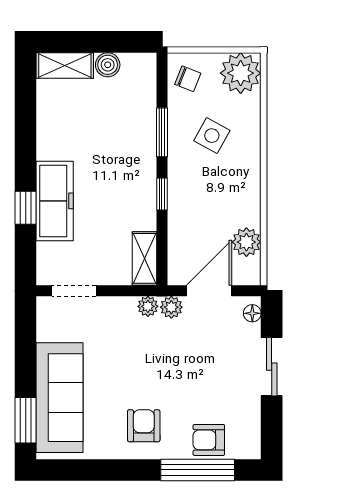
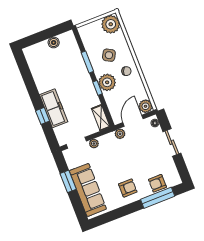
shelving: (65, 65) -> (36, 50), removed
chair: (188, 79) -> (126, 71), moved
plant: (186, 190) -> (107, 82), added
plant: (246, 242) -> (146, 106), moved
plant: (148, 306) -> (94, 144), moved
window: (26, 420) -> (68, 181), moved
armchair: (144, 426) -> (128, 188), turned 90

